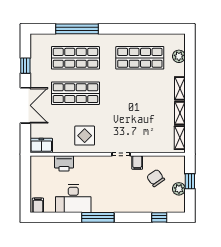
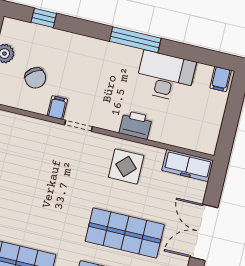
freezer: (41, 146) -> (188, 165), width x1.40
printer: (64, 163) -> (136, 125), moved

